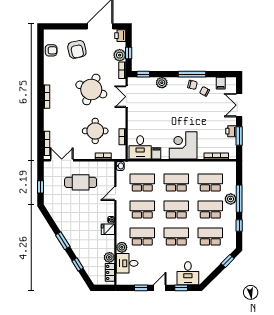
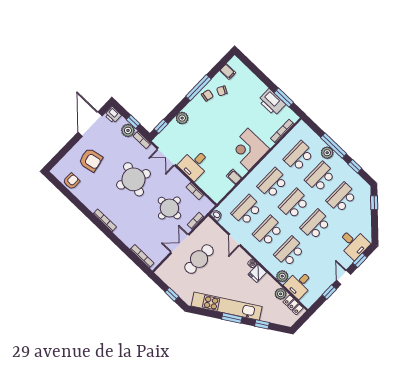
double door: (239, 105) -> (259, 74), removed
printer: (231, 131) -> (272, 102), width x1.87, depth x1.48
desk: (140, 147) -> (194, 164), moved, turned 90
double door: (62, 160) -> (180, 244), moved
kitchen unit: (67, 230) -> (227, 306), added

